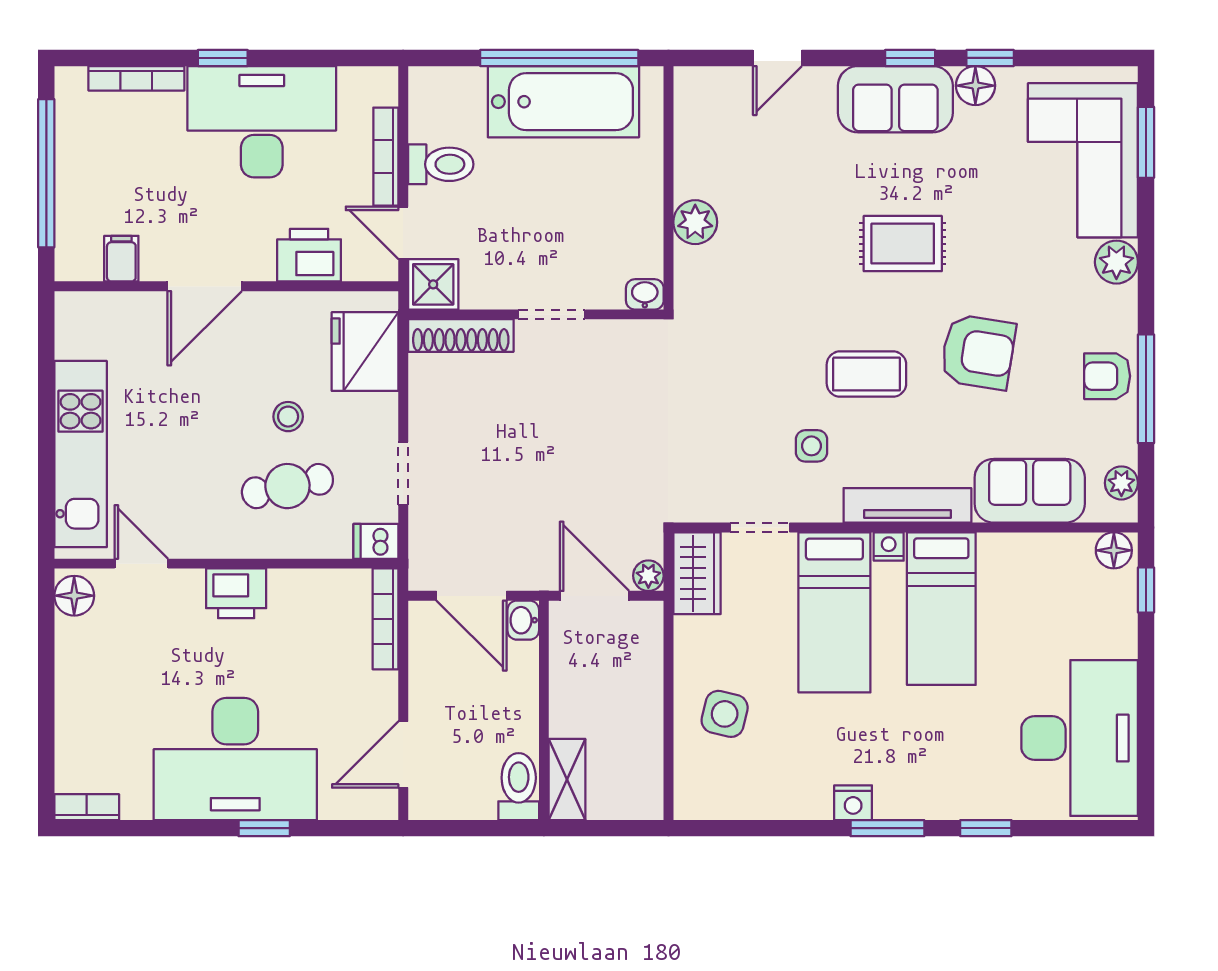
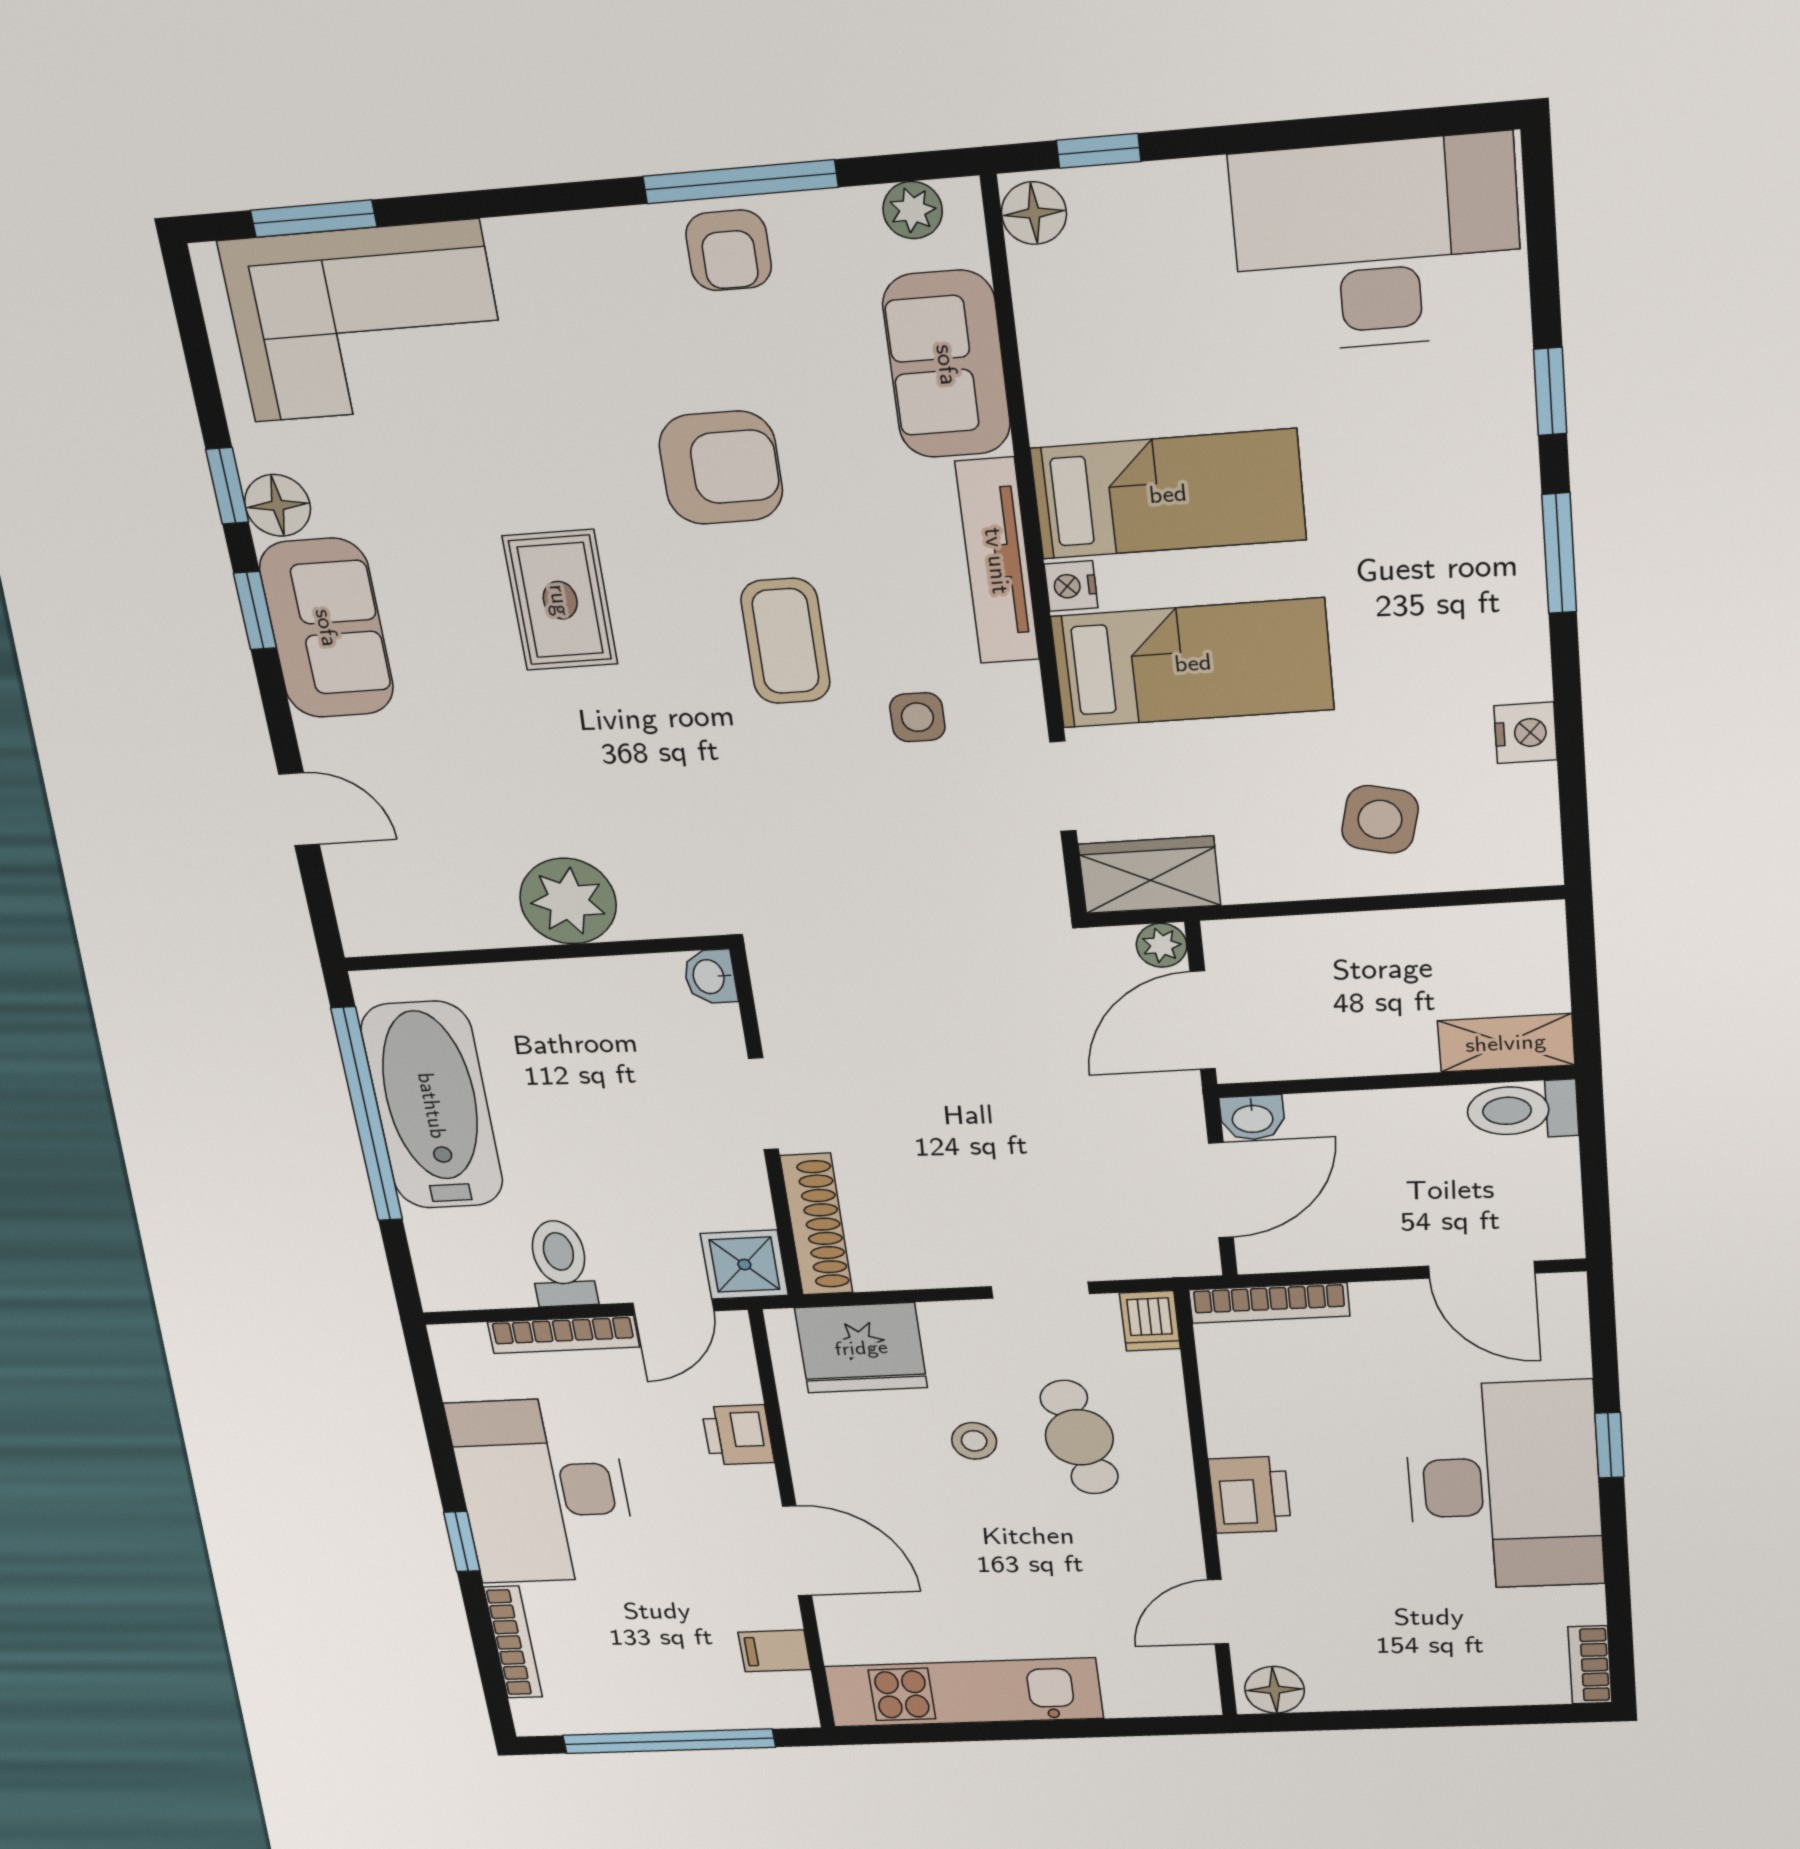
plant: (695, 222) -> (568, 901), width x1.36, depth x1.36
printer: (309, 255) -> (738, 1435), width x0.73, depth x0.81
plant: (1116, 262) -> (528, 251), removed
armchair: (978, 352) -> (721, 468), turned 81
kitchen unit: (81, 454) -> (964, 1692), moved
nightstand: (853, 803) -> (1526, 733), moved

